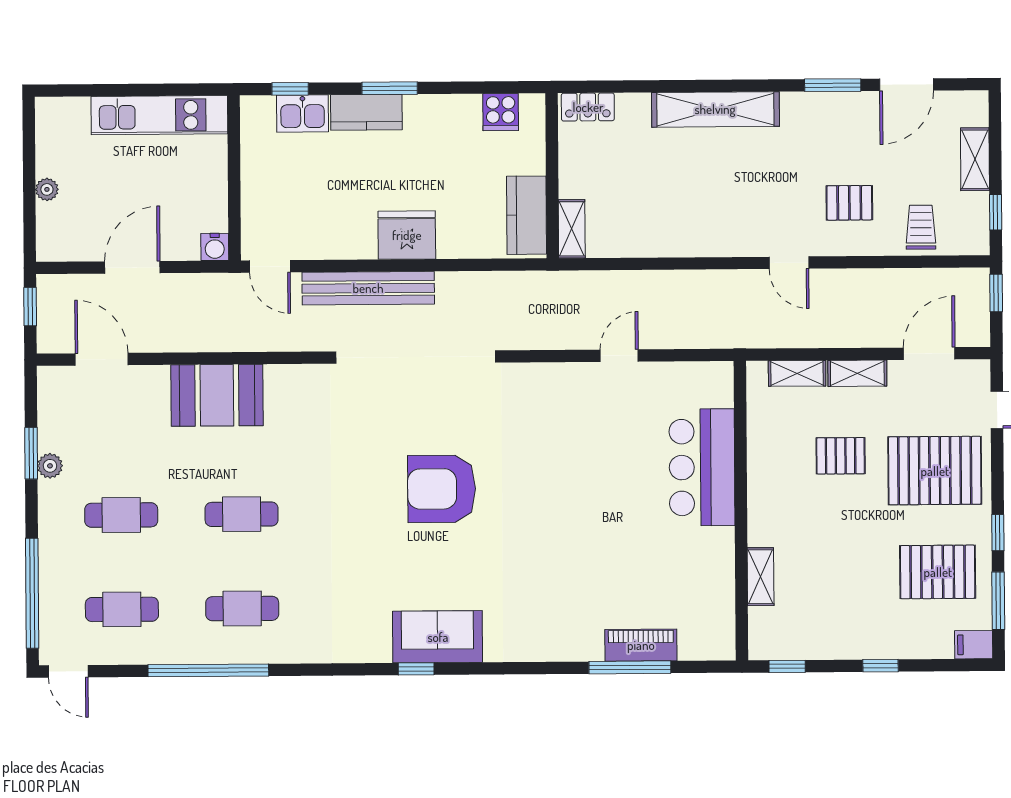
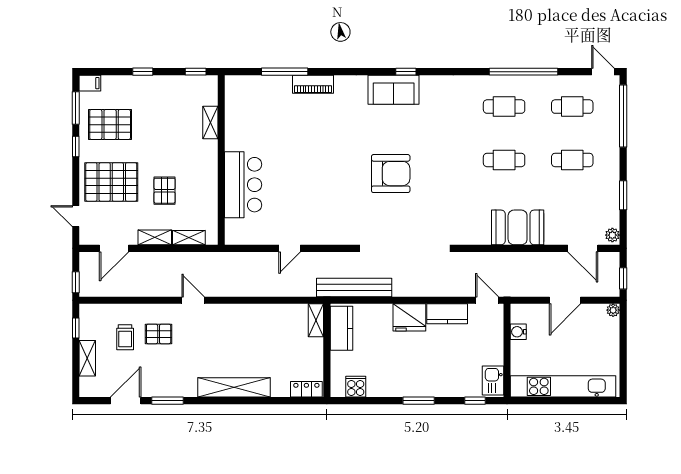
kitchen counter: (366, 112) -> (447, 314), moved, turned 180
kitchen sink: (303, 114) -> (493, 380), moved, turned -90
kitchen unit: (159, 115) -> (563, 386), width x1.36
plant: (47, 189) -> (613, 310), moved
trolley: (921, 227) -> (125, 337), moved
water cooler: (215, 247) -> (518, 332), moved, turned -90
bench: (368, 288) -> (354, 287), moved
pallet: (841, 456) -> (165, 191), turned 90
plant: (50, 466) -> (612, 235), moved
piano: (641, 645) -> (313, 84), moved

